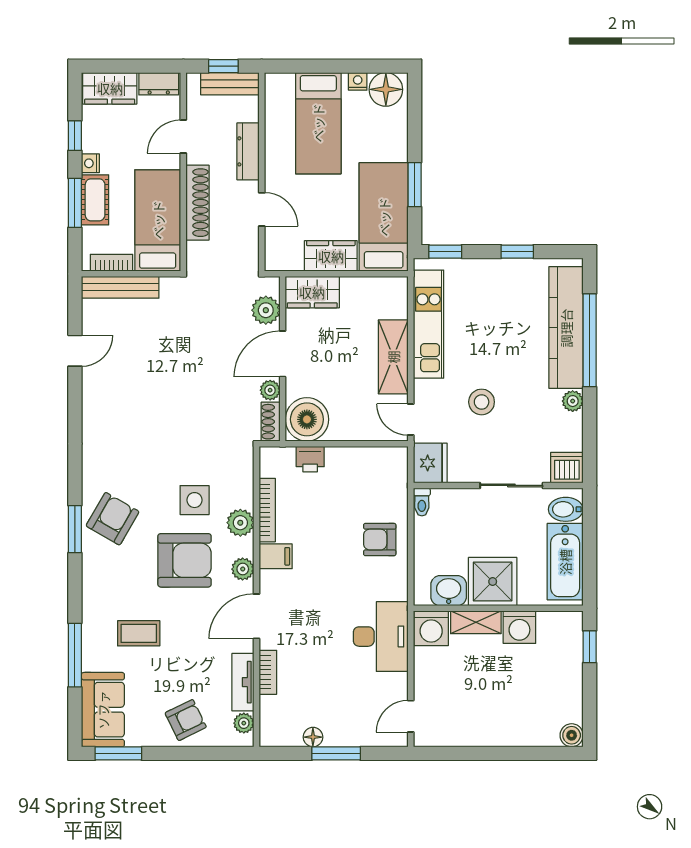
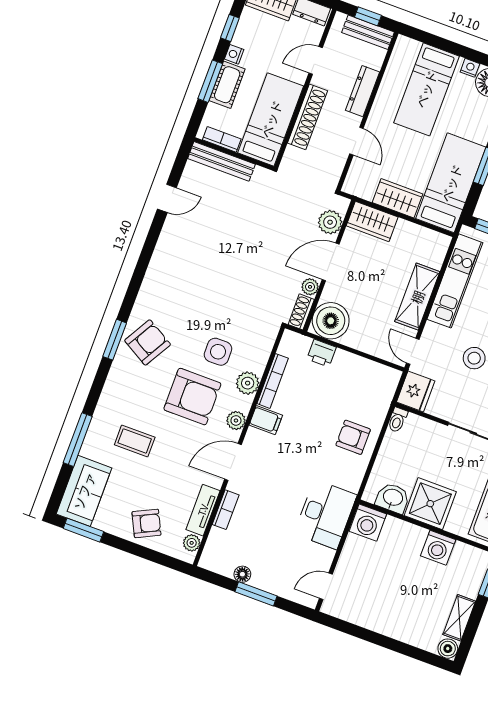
shelving: (476, 622) -> (459, 618), moved, turned 90

